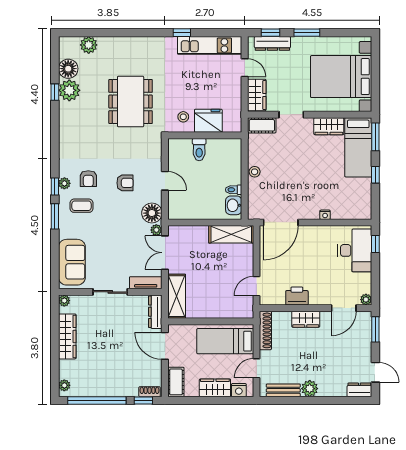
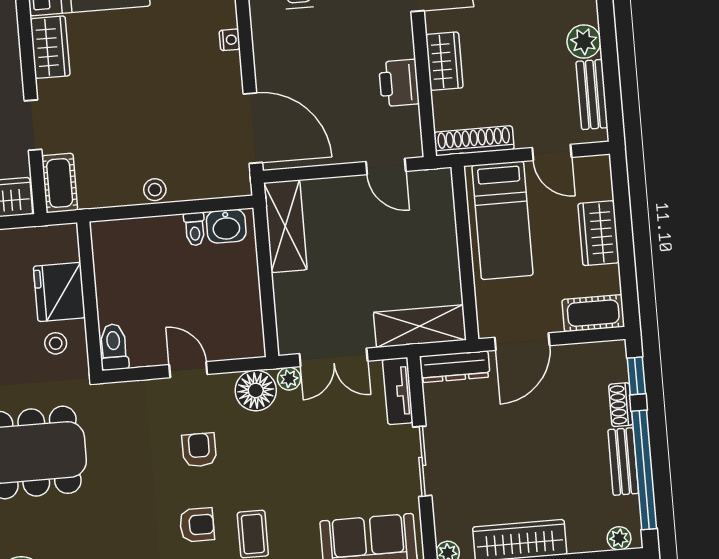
toilet: (199, 150) -> (114, 347), moved, turned -90
door: (165, 181) -> (188, 370), hinge flipped
nightstand: (239, 390) -> (599, 184), removed
bench: (102, 391) -> (623, 462), added
shoe rack: (149, 392) -> (621, 405), moved

